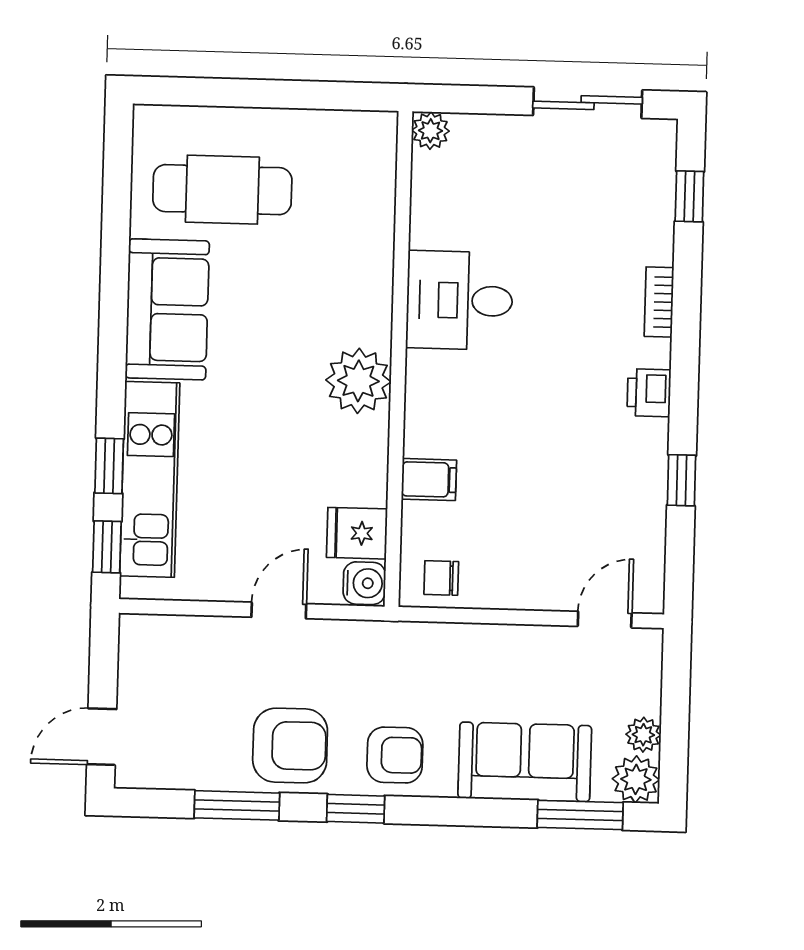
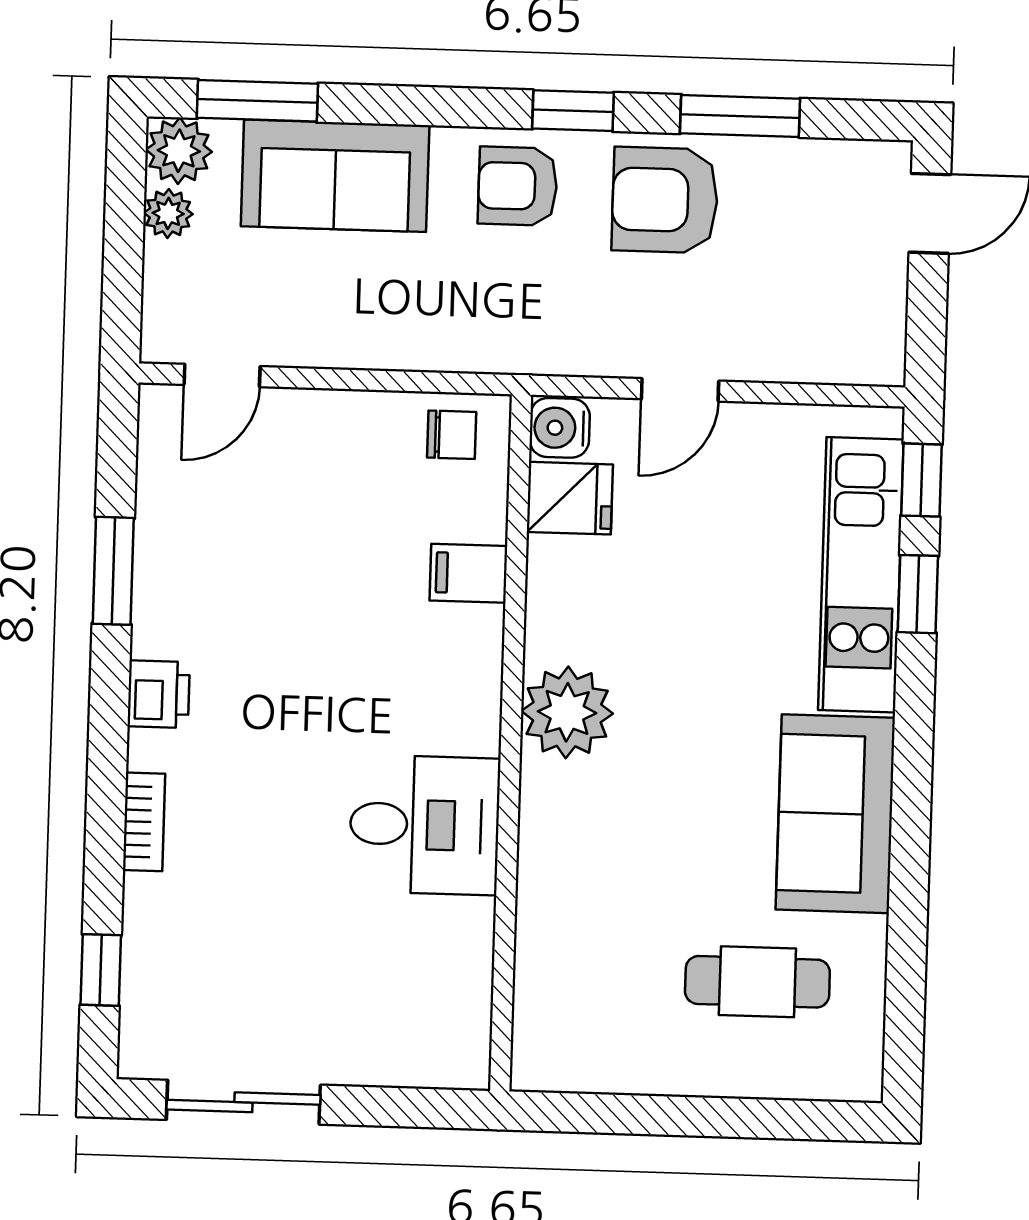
plant: (431, 131) -> (464, 1064), removed
cafe table: (222, 190) -> (757, 982), width x0.73, depth x0.74
window: (682, 480) -> (113, 571), width x1.50

